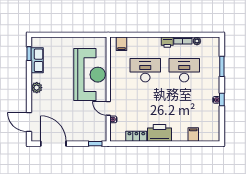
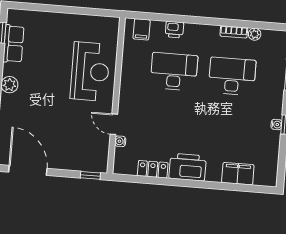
printer: (167, 42) -> (174, 30), moved
reception desk: (90, 75) -> (90, 71), width x0.74, depth x0.77
filing cabinet: (193, 135) -> (238, 174), width x2.00

